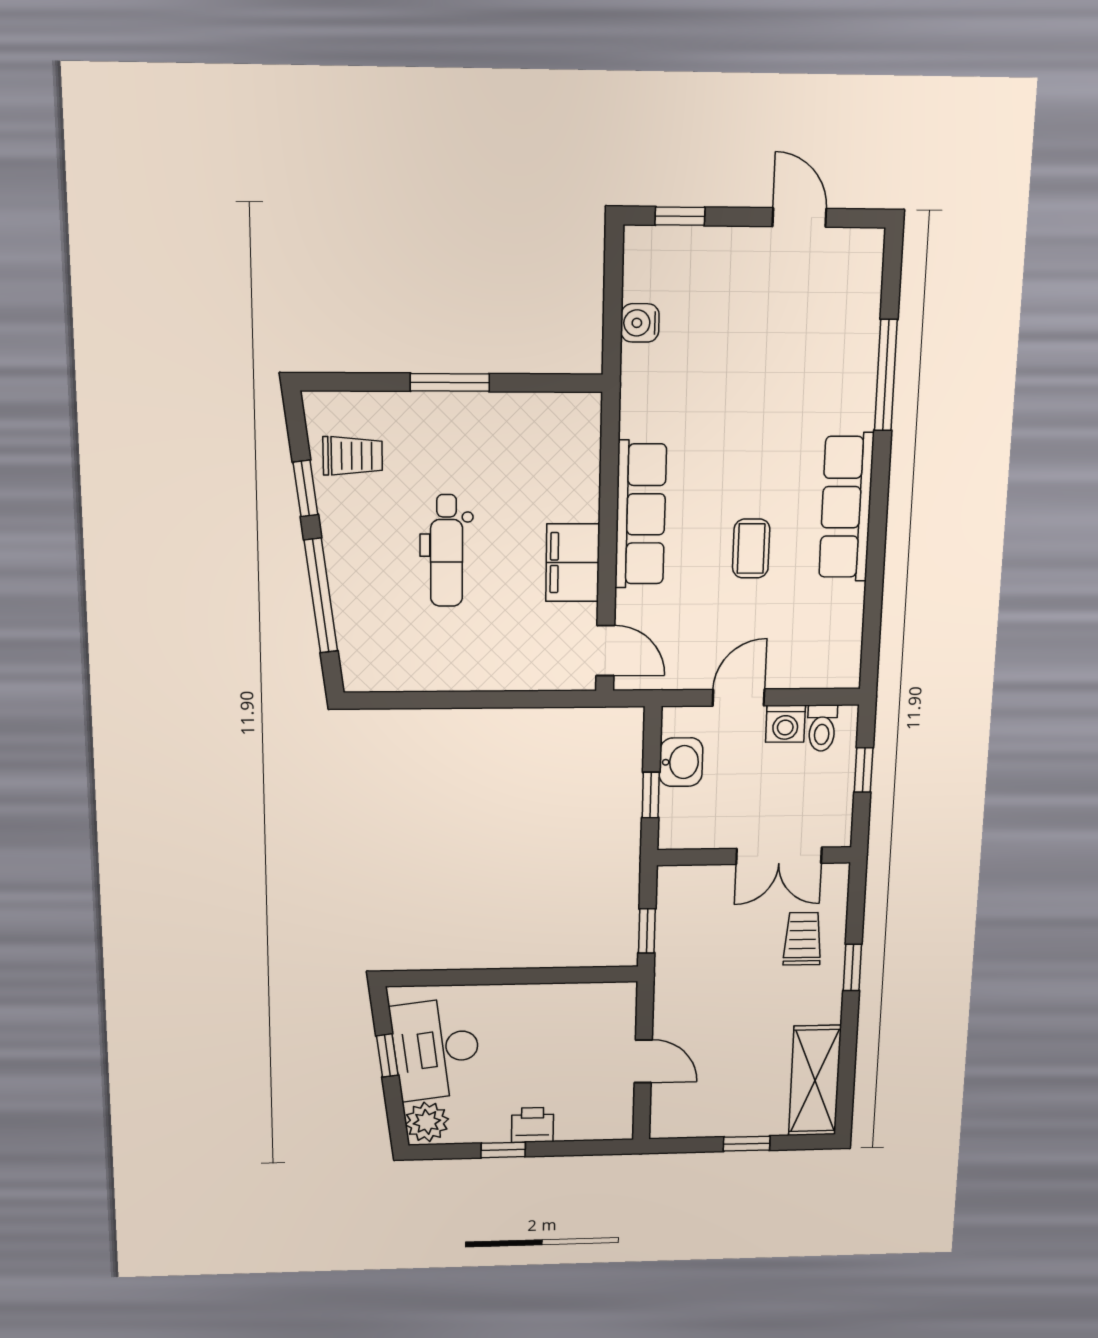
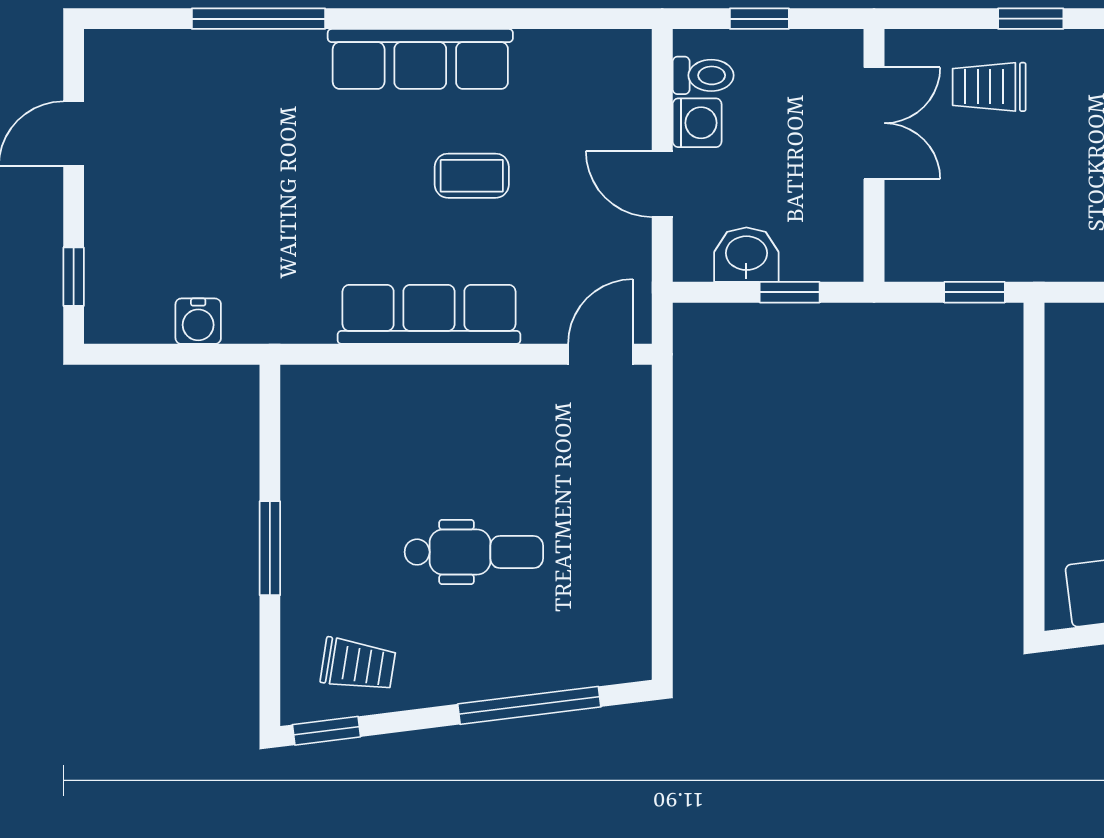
trolley: (353, 456) -> (358, 665), turned 99
window: (305, 488) -> (327, 731), moved
filing cabinet: (573, 563) -> (489, 397), removed

